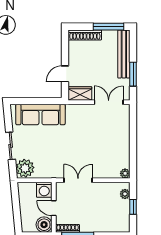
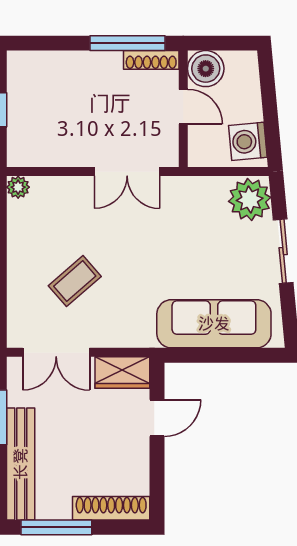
coffee table: (101, 133) -> (75, 281), added
washing machine: (44, 190) -> (248, 141), moved, turned -95
plant: (125, 194) -> (18, 140), removed

